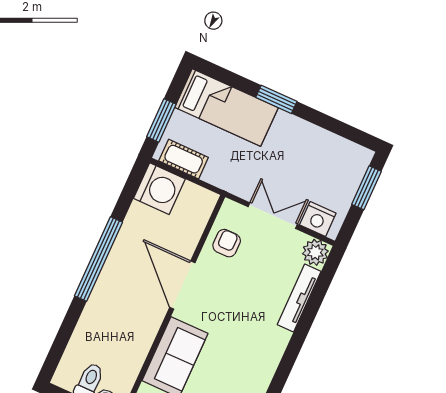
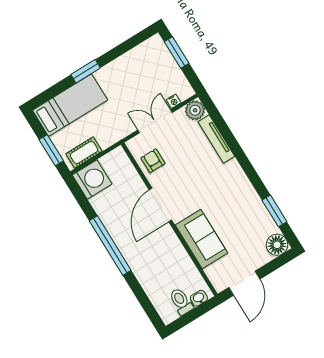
nightstand: (318, 219) -> (174, 101), width x0.53, depth x0.56
door: (182, 285) -> (160, 205), hinge flipped

